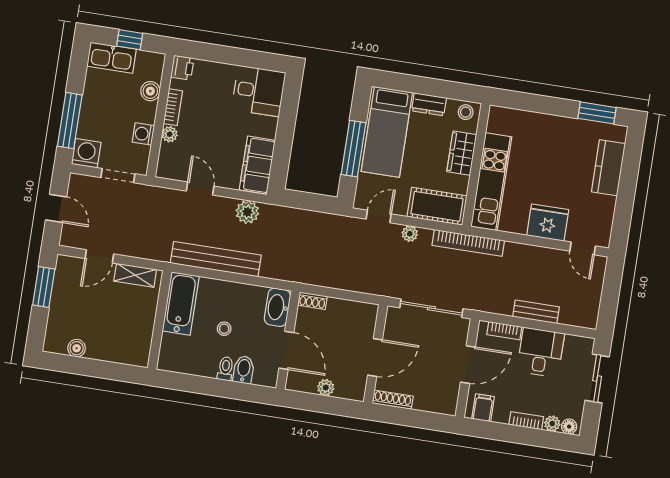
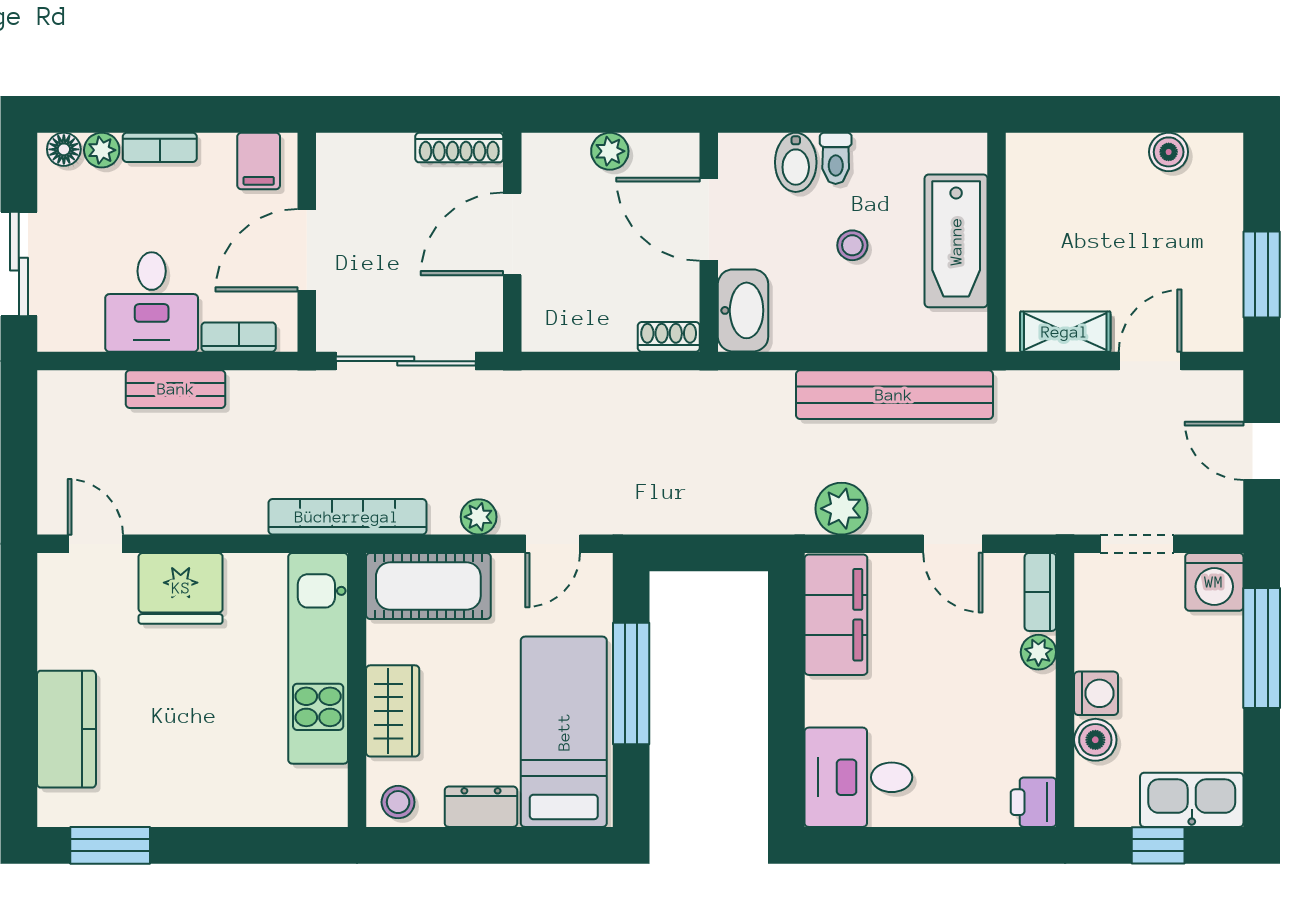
bookcase: (173, 107) -> (1040, 592), moved
washing machine: (143, 134) -> (1096, 693), moved
bathtub: (181, 304) -> (956, 241), moved

